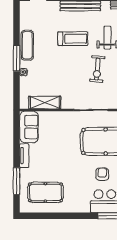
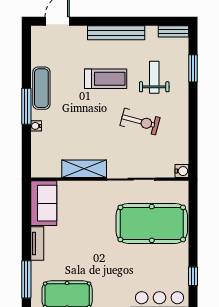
exercise bike: (97, 69) -> (140, 122), turned -80
shelving: (45, 103) -> (84, 169), moved
armchair: (102, 174) -> (147, 270), removed

